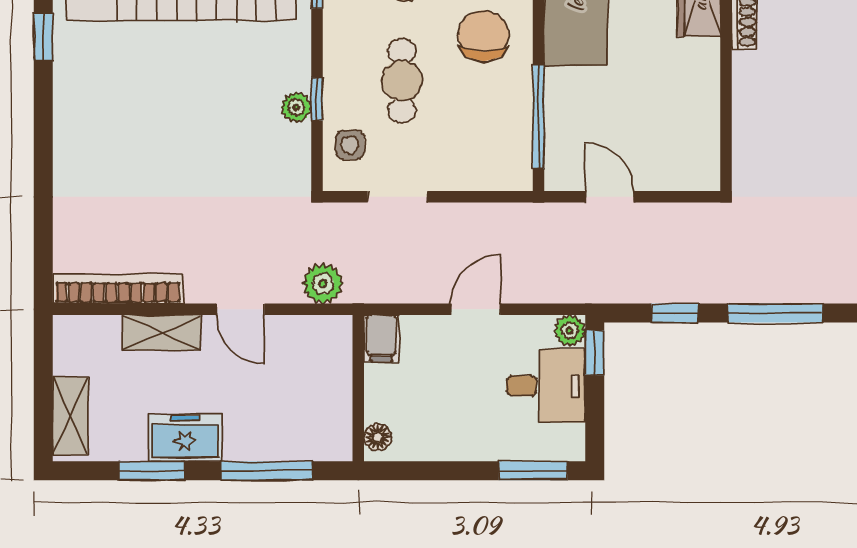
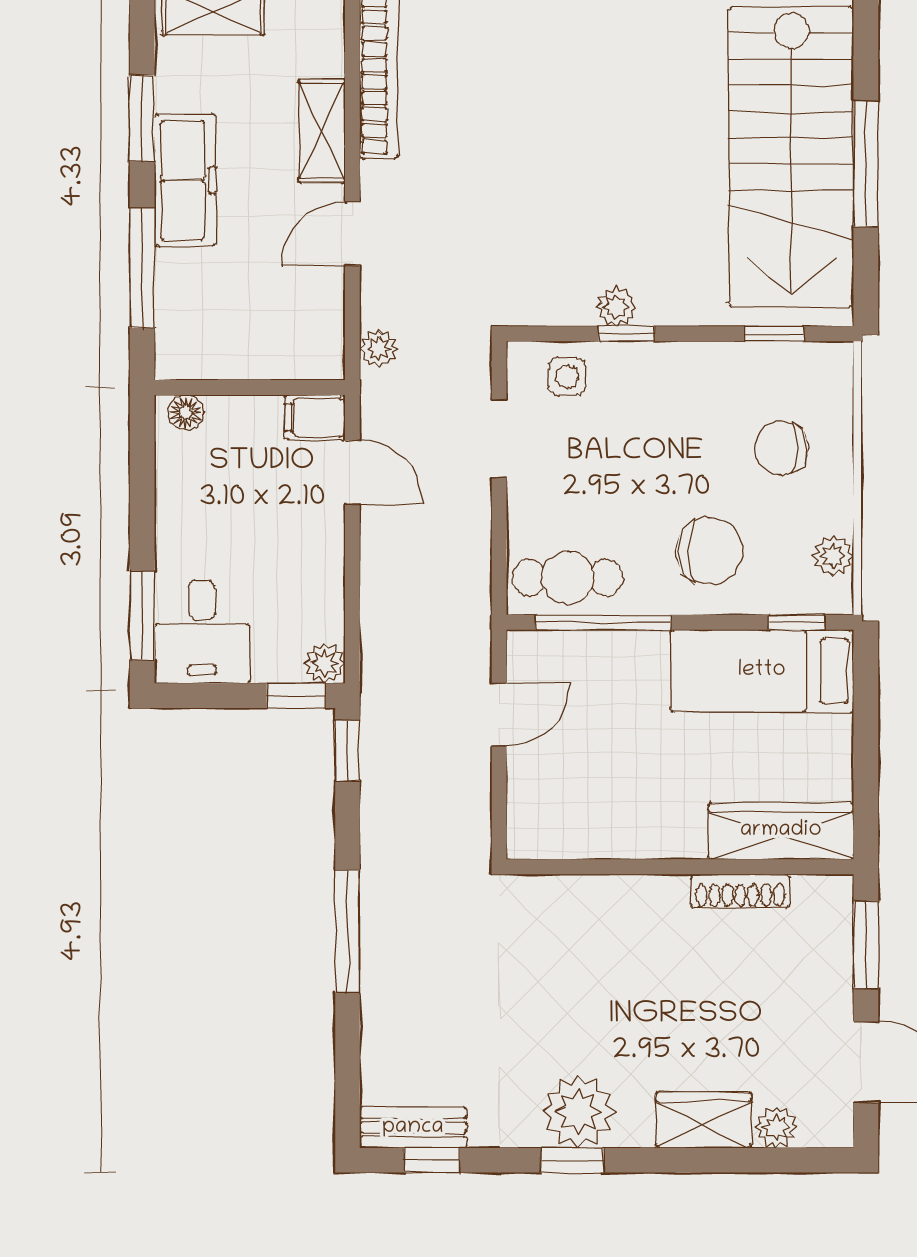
cafe table: (402, 81) -> (567, 578), moved
plant: (323, 284) -> (379, 349), width x0.73, depth x0.73
door: (476, 309) -> (352, 472), moved
window: (675, 313) -> (347, 751), moved
desk: (546, 386) -> (202, 632), moved
freezer: (185, 438) -> (185, 180), width x1.40

